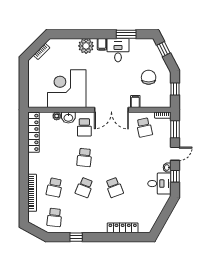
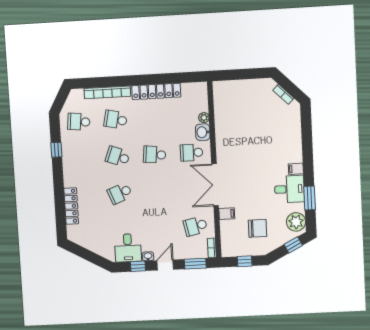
plant: (86, 46) -> (296, 222), moved
corner desk: (67, 89) -> (238, 128), removed
locker: (34, 132) -> (156, 91), moved
door: (175, 154) -> (165, 265), swing flipped

